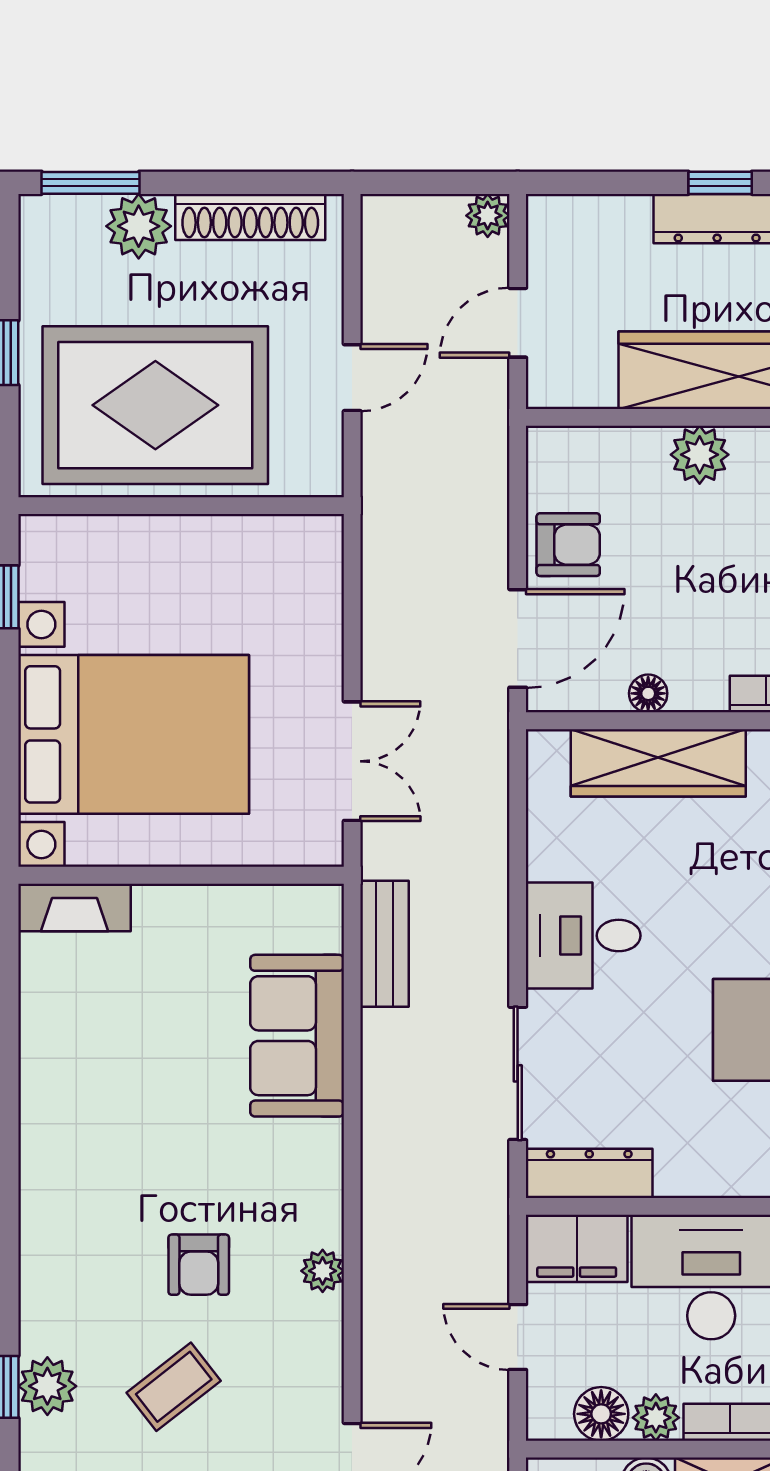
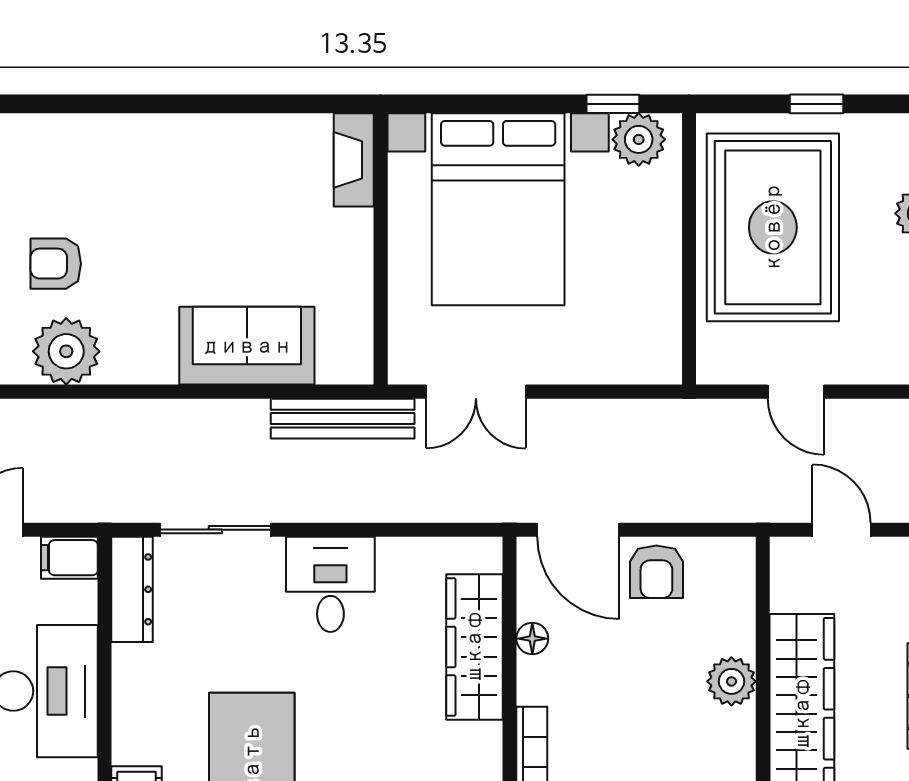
plant: (50, 566) -> (639, 139), added
bench: (385, 944) -> (343, 419), width x1.36
filing cabinet: (577, 1248) -> (69, 558), width x0.50
plant: (323, 1271) -> (66, 351), width x1.88, depth x1.88

